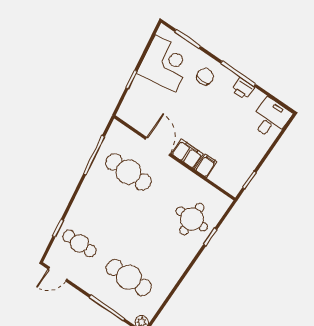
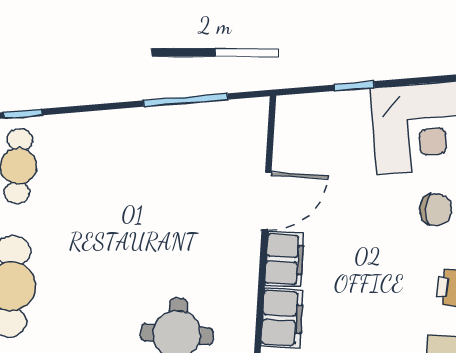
filing cabinet: (206, 166) -> (282, 318), width x2.00
cafe table: (128, 172) -> (192, 177), removed

